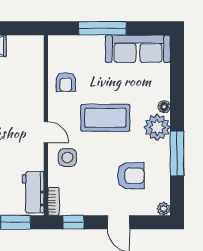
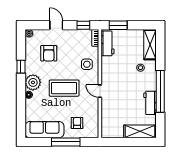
armchair: (66, 82) -> (77, 123), moved
door: (46, 132) -> (100, 91), moved
window: (177, 153) -> (21, 67), width x0.46
armchair: (131, 176) -> (49, 53), turned -90

